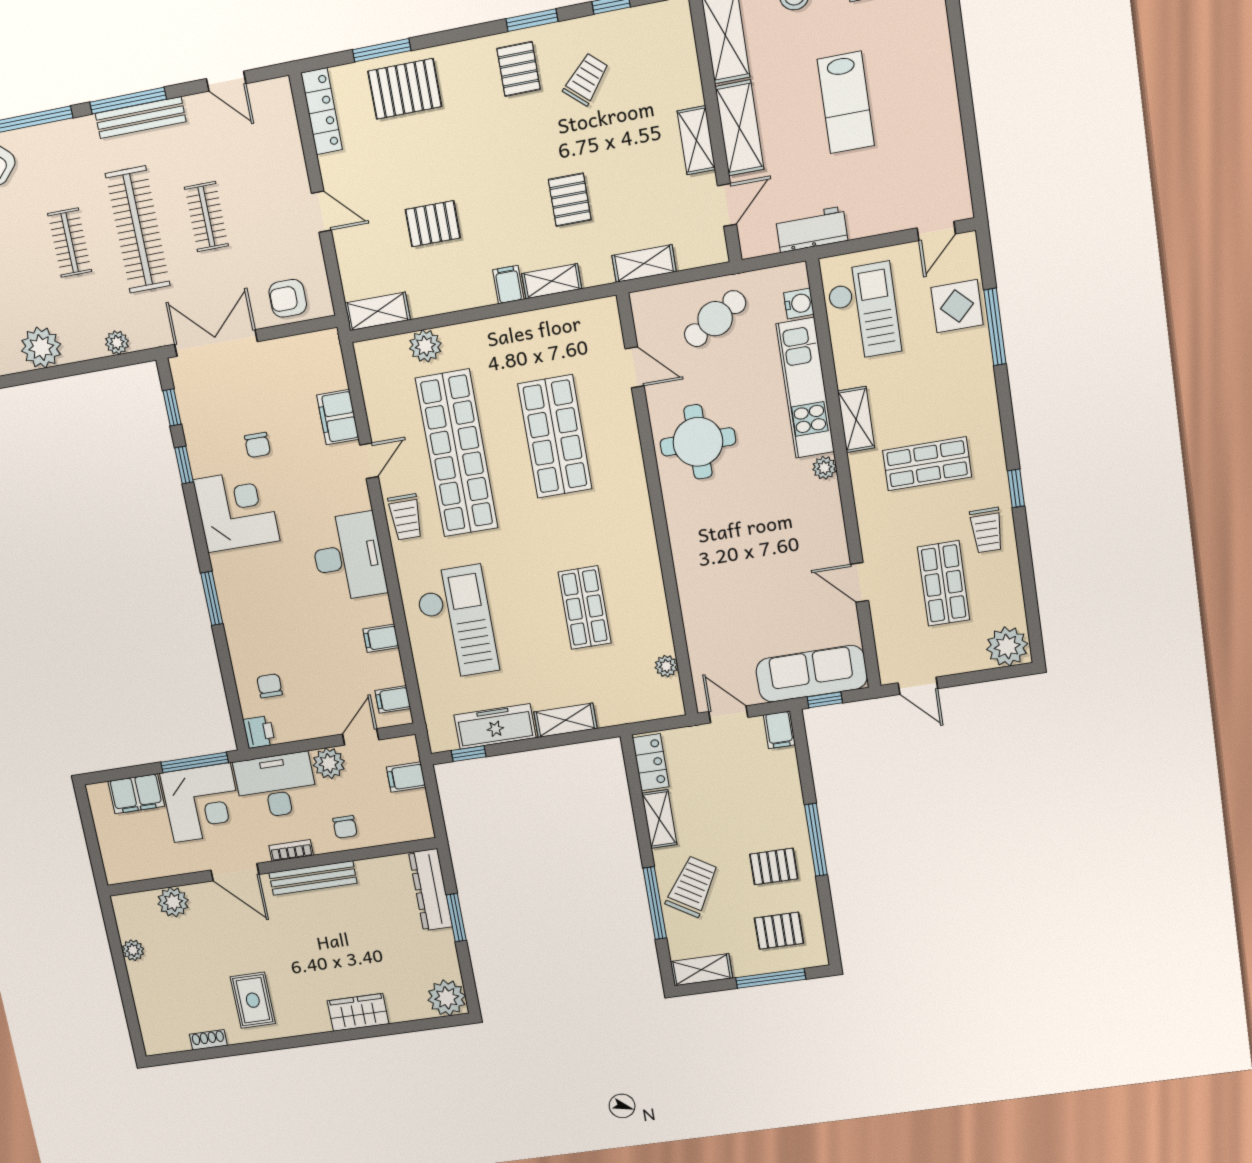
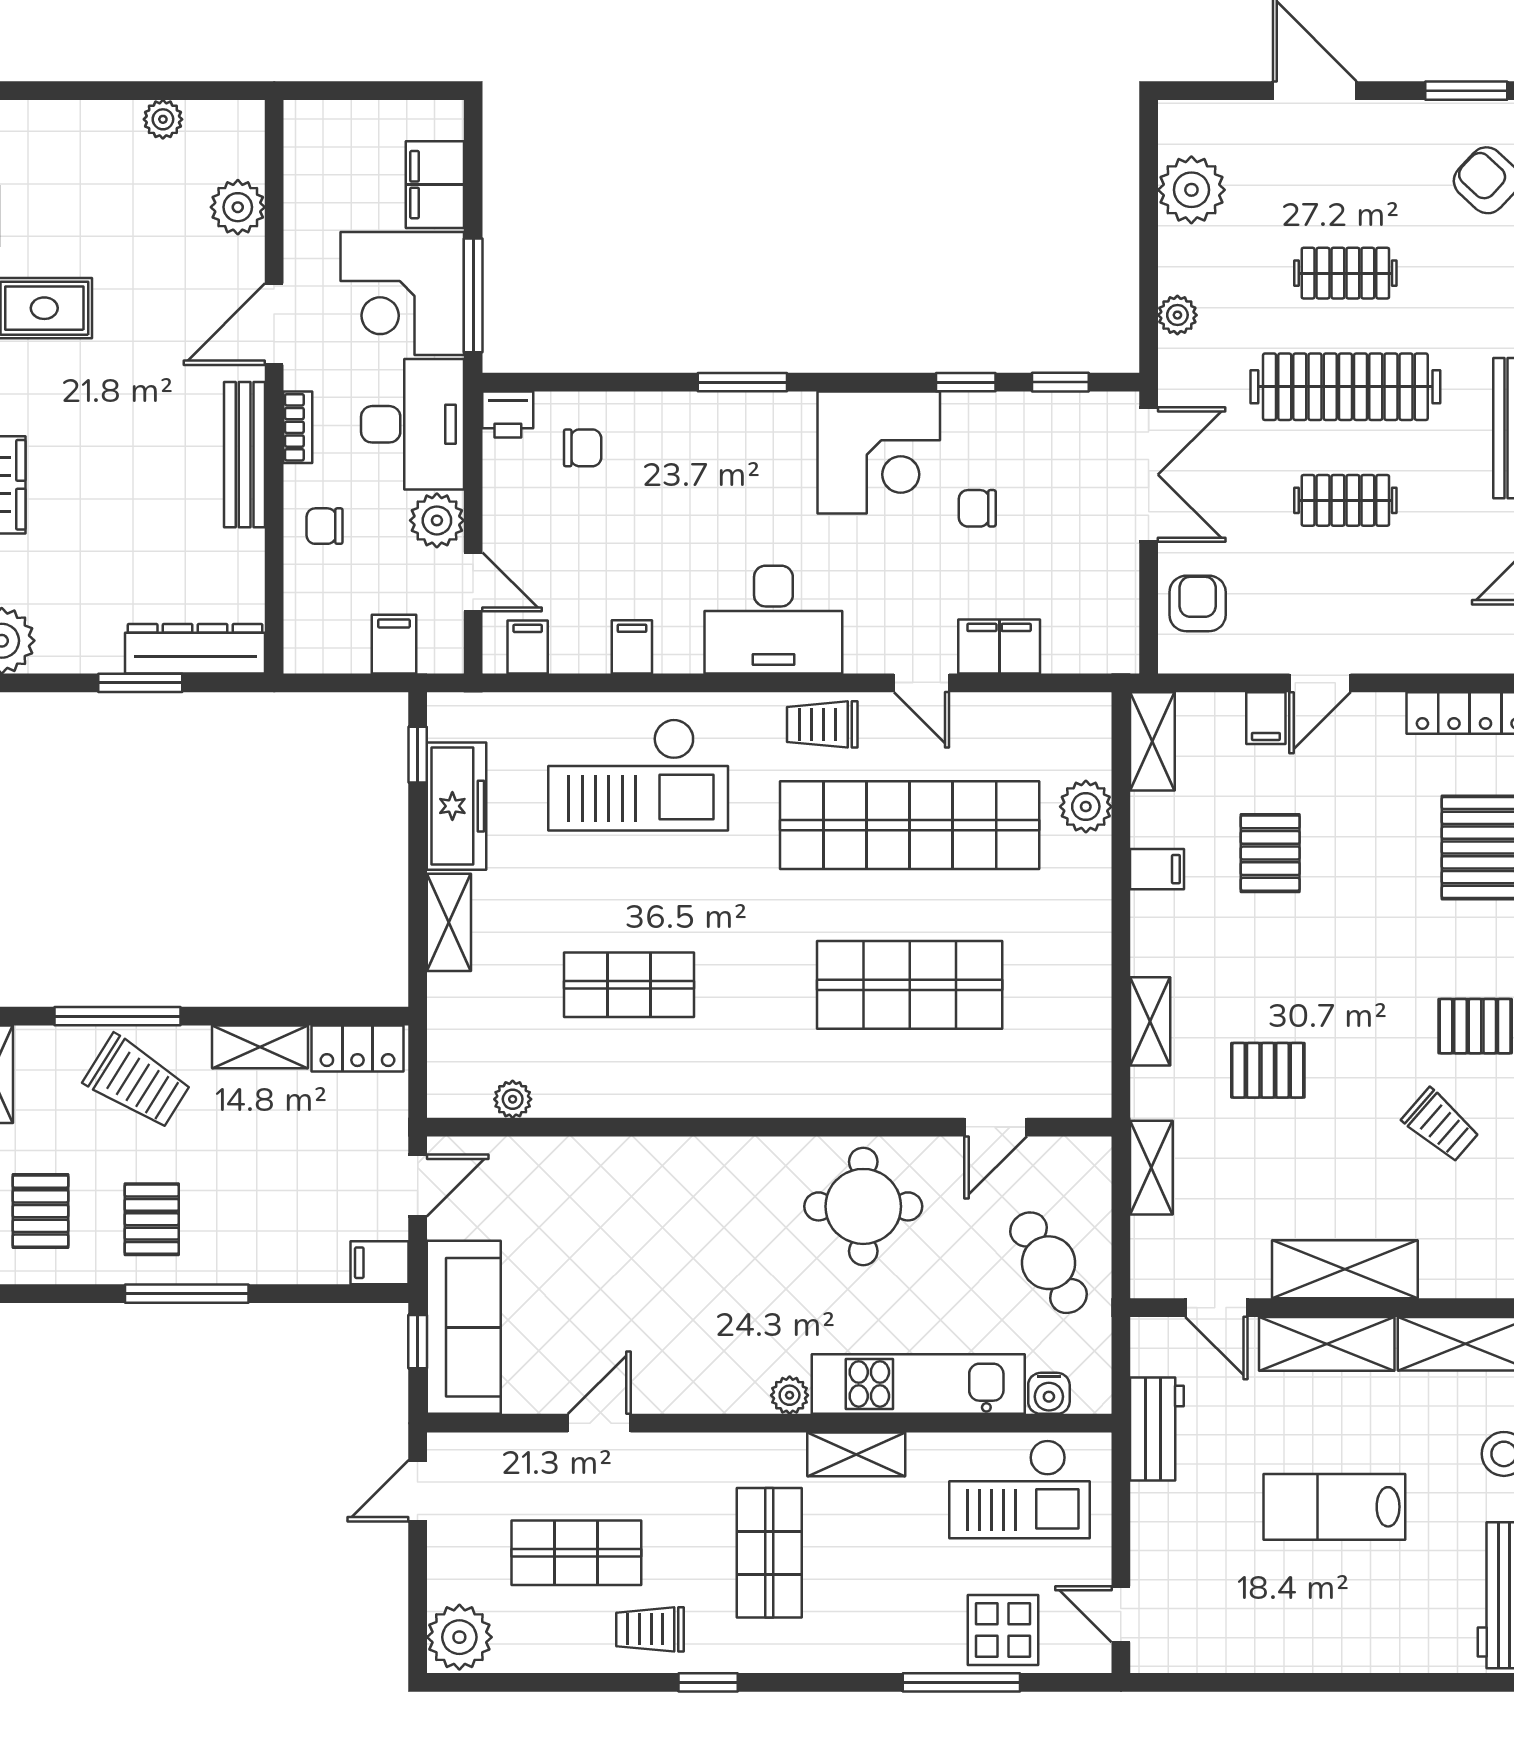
shelving: (696, 140) -> (1345, 1269), width x1.50, depth x1.33
filing cabinet: (350, 242) -> (1266, 718), added
filing cabinet: (508, 284) -> (1157, 869), moved

